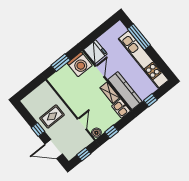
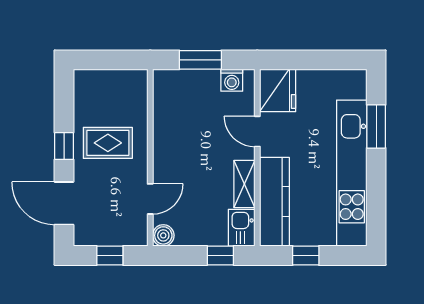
window: (139, 37) -> (376, 126), width x0.69
washing machine: (80, 64) -> (232, 80), width x0.53, depth x0.53
door: (100, 71) -> (257, 131), swing flipped
window: (112, 132) -> (220, 256), moved

